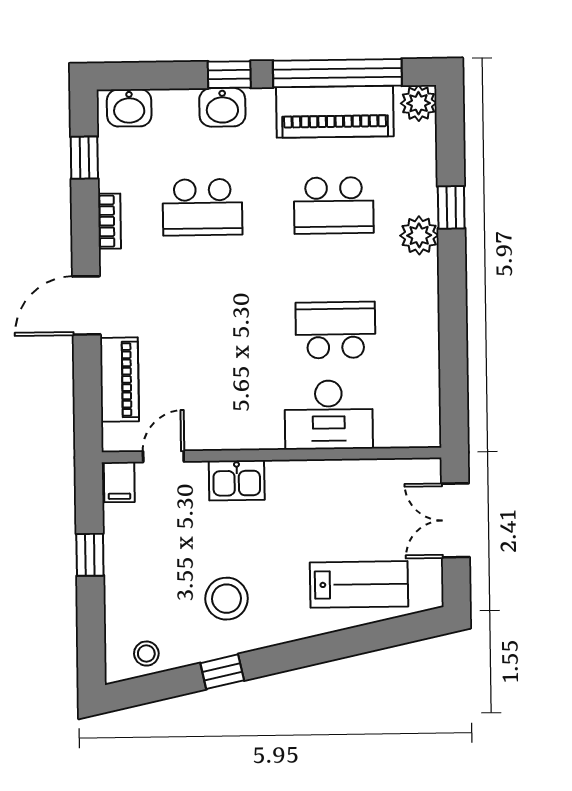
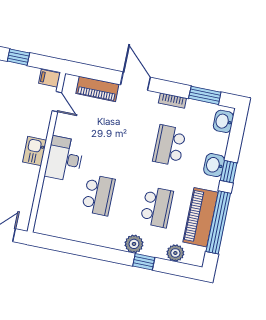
plant: (419, 103) -> (175, 253), moved
window: (84, 158) -> (205, 95), width x1.50
school desk: (334, 205) -> (157, 207), turned 180
desk: (329, 415) -> (64, 159), moved
kitchen sink: (237, 480) -> (35, 151), moved

